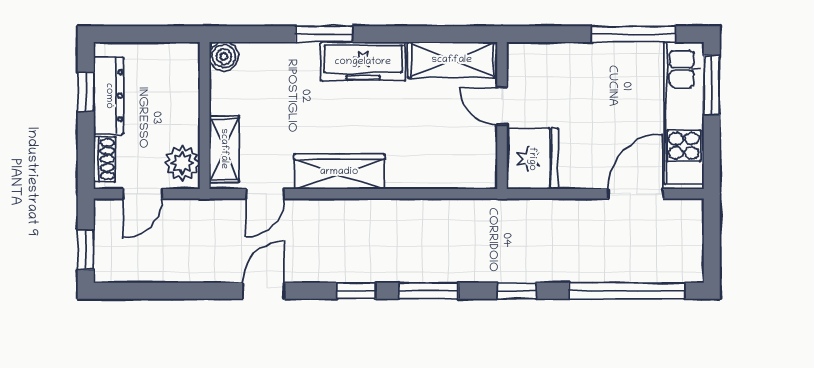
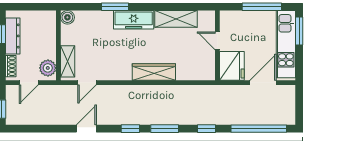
door: (502, 106) -> (217, 41), moved
wall: (502, 116) -> (217, 45), moved
fridge: (532, 159) -> (232, 66), moved
wardrobe: (339, 172) -> (154, 72), moved

